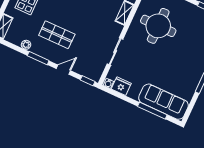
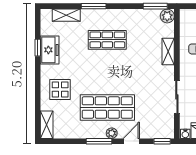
shop shelf: (57, 35) -> (107, 108), width x1.43, depth x1.36
plant: (26, 45) -> (112, 133), moved

